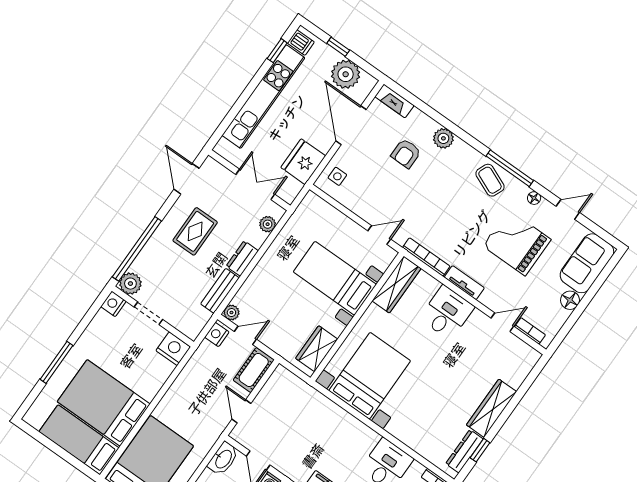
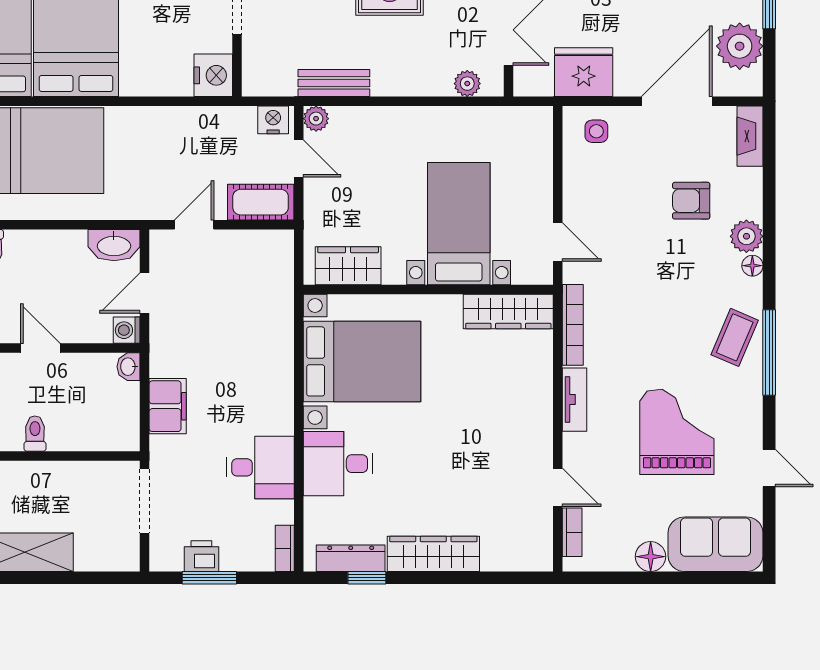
floor lamp: (534, 198) -> (752, 266), moved
dresser: (242, 258) -> (398, 82), removed
desk: (447, 313) -> (338, 464), moved, turned 180

